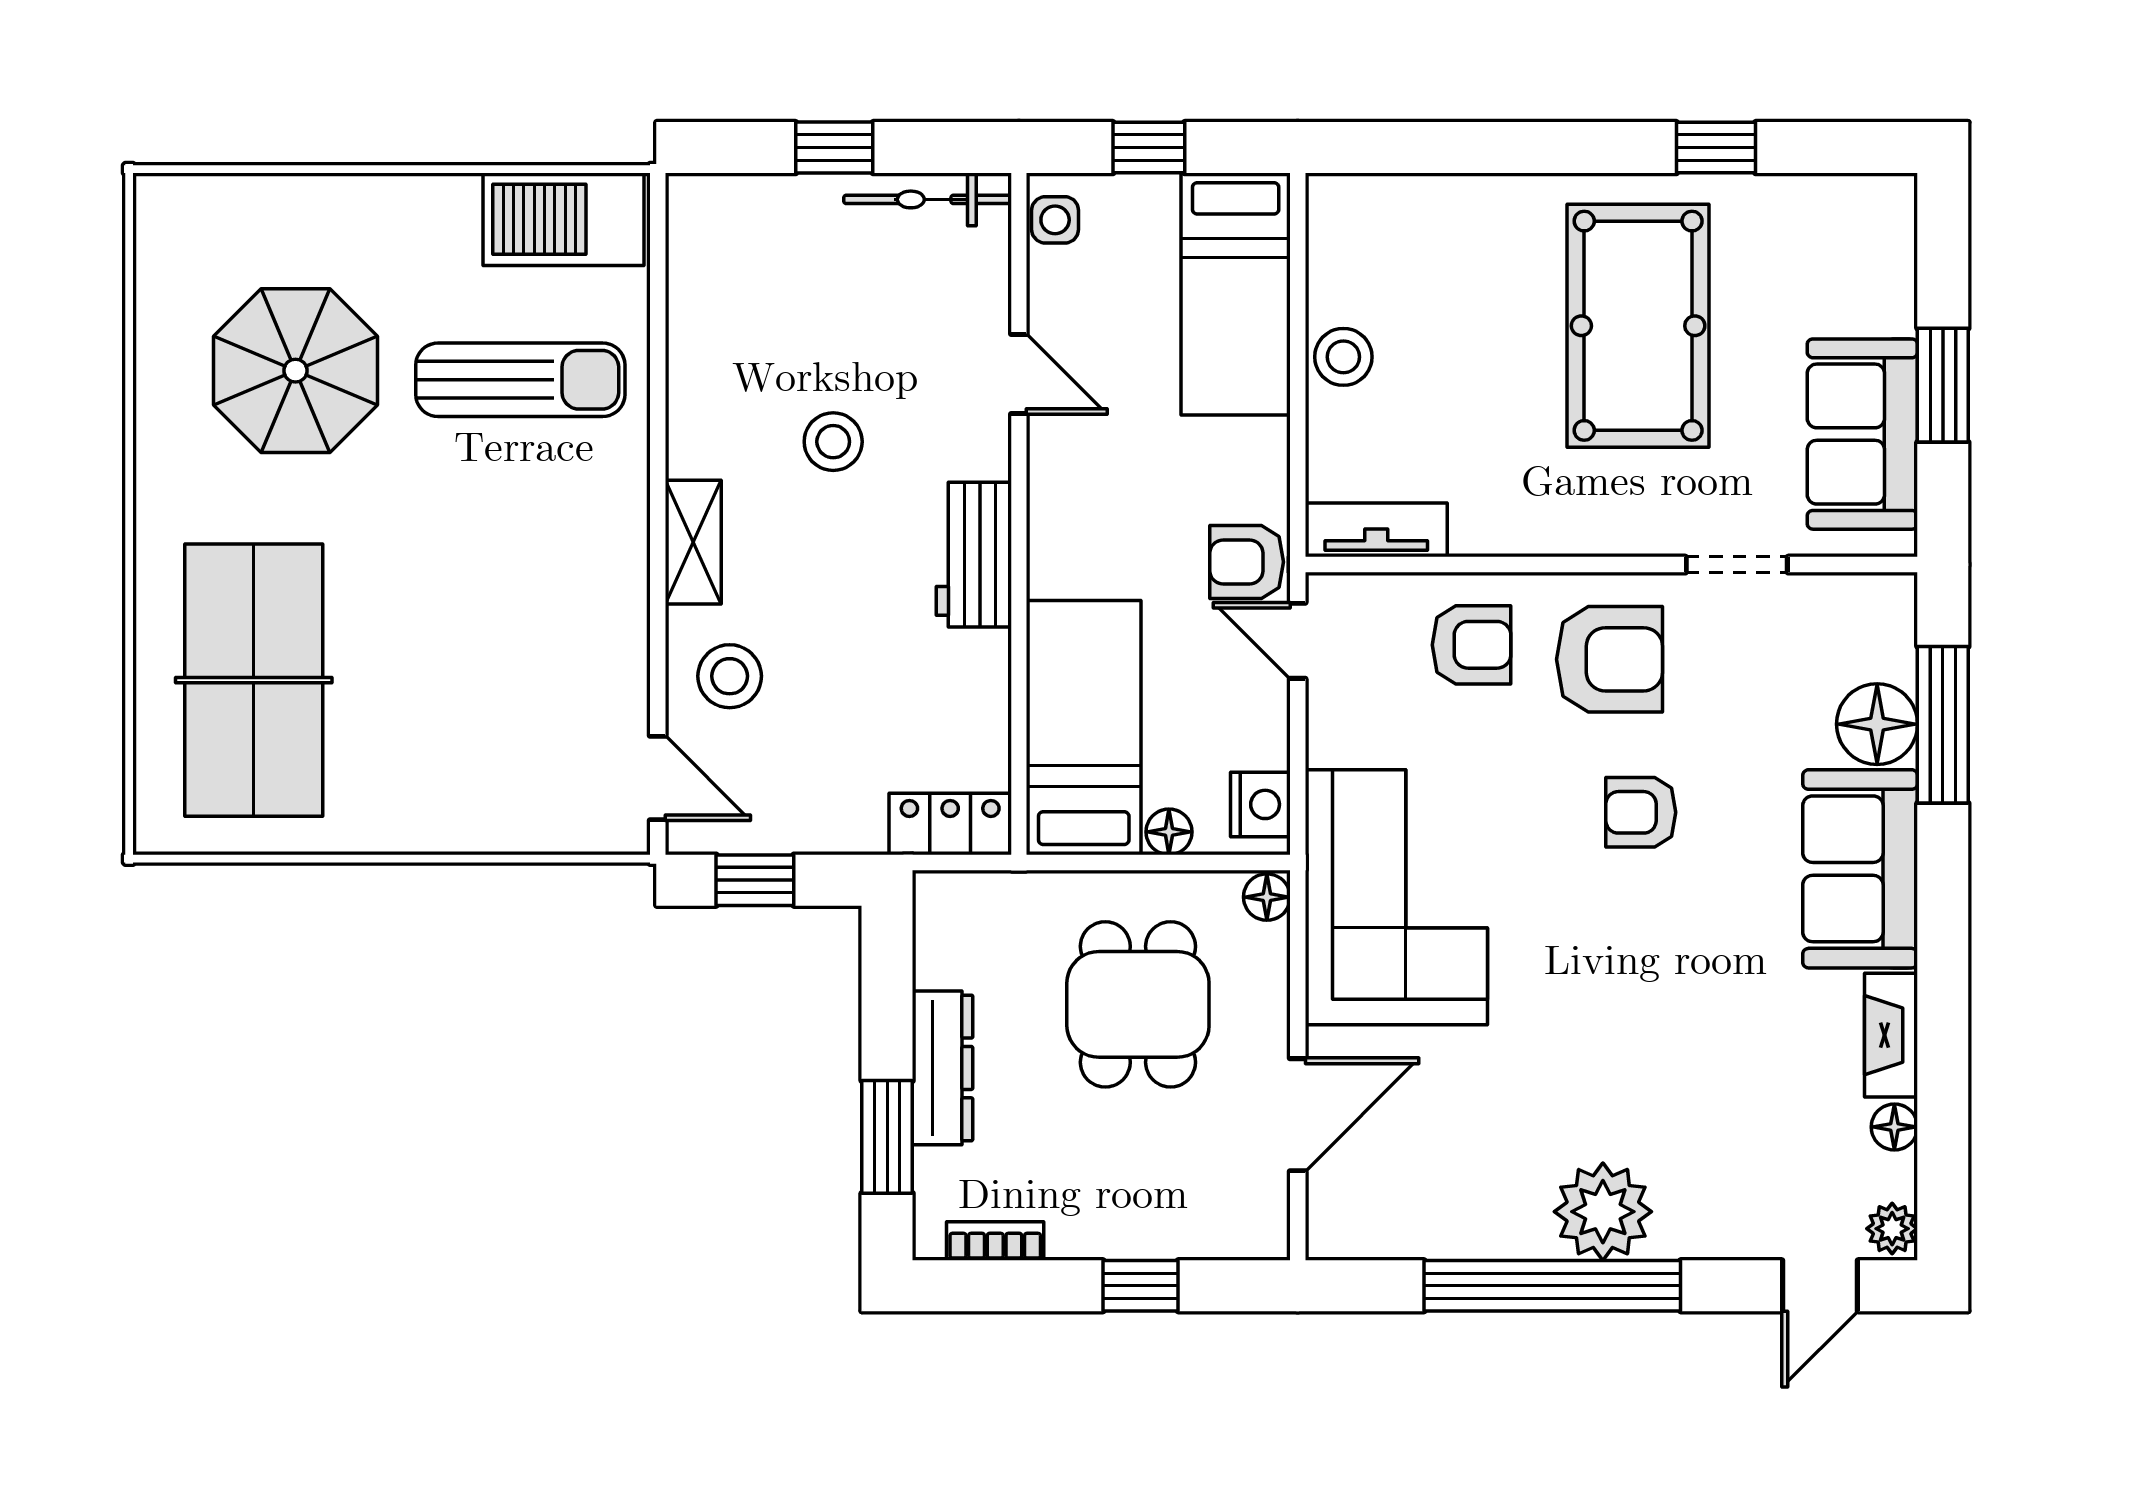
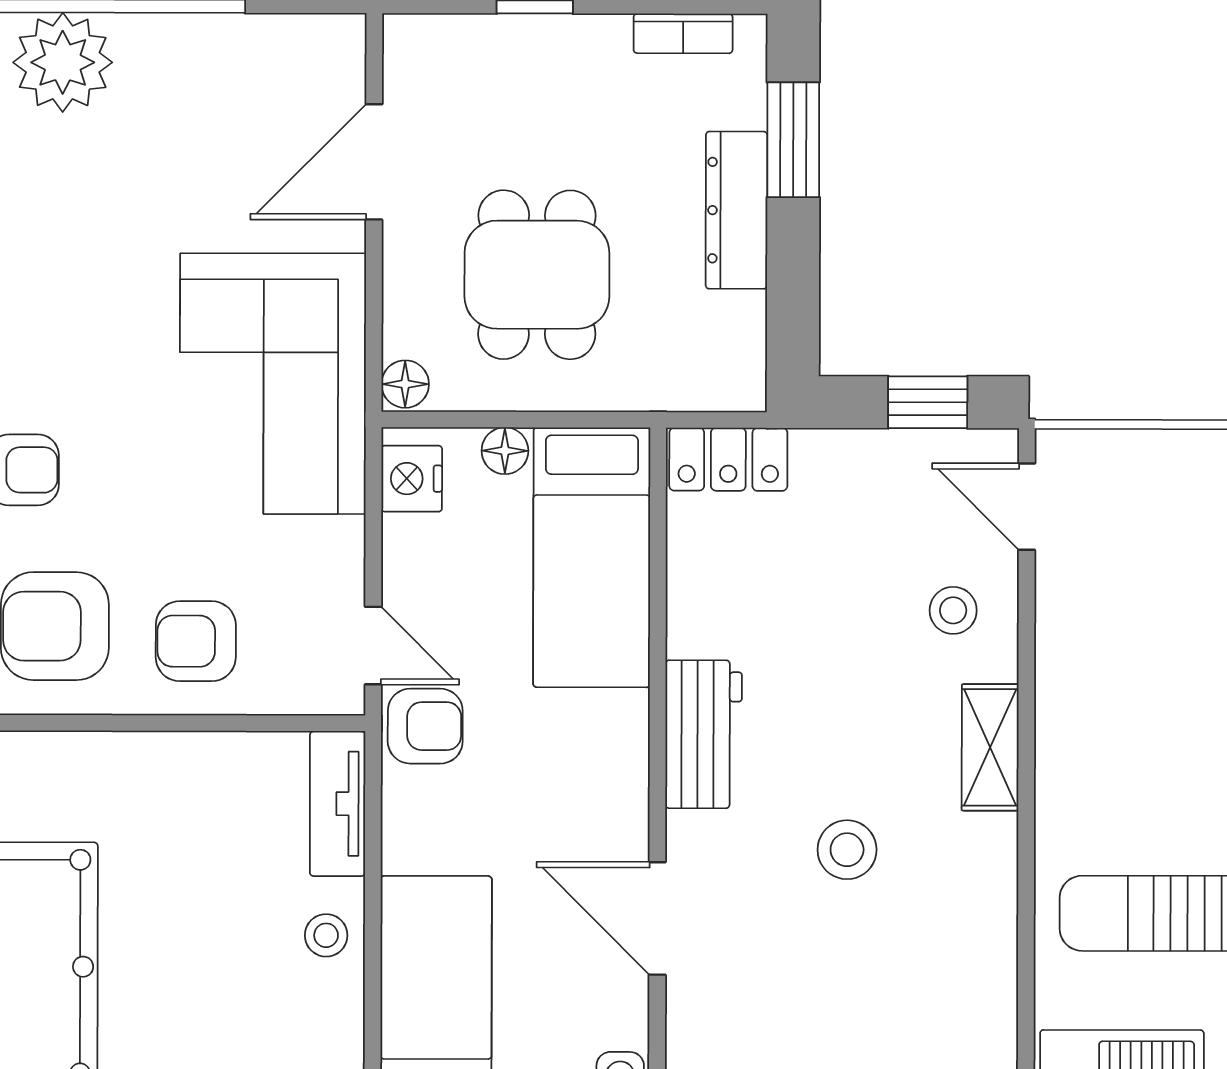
stool: (1343, 357) -> (326, 935), width x0.73, depth x0.73
door: (1019, 374) -> (657, 918), width x1.38
tv unit: (1376, 530) -> (338, 804), moved, turned 90
stool: (730, 676) -> (953, 610), width x0.73, depth x0.73

